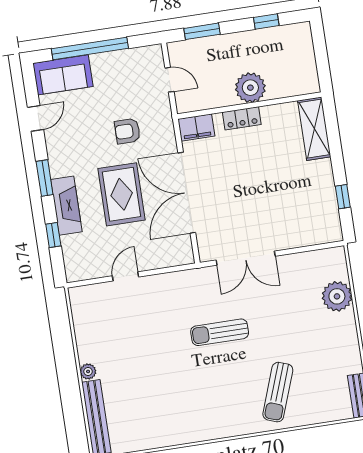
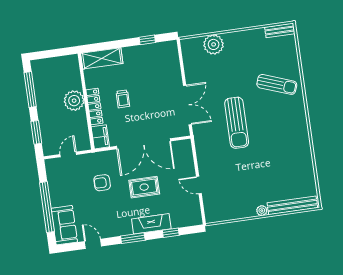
window: (266, 22) -> (30, 90), width x2.17
locker: (242, 118) -> (94, 106), width x1.53
armchair: (127, 131) -> (102, 183), turned 90
trolley: (254, 161) -> (123, 99), added
rug: (122, 194) -> (144, 187), width x0.73, depth x0.70
sun lounger: (220, 332) -> (237, 123), width x1.36, depth x1.34

